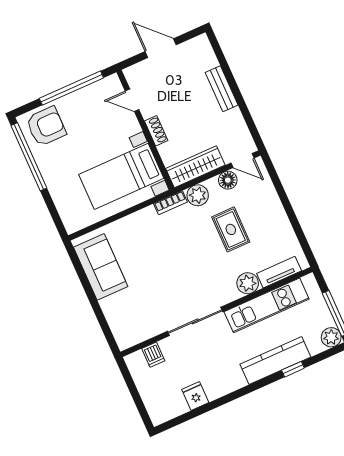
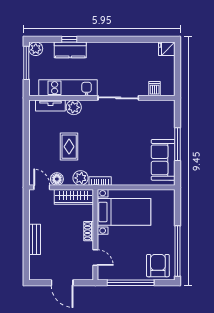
armchair: (46, 126) -> (158, 266), turned 90
window: (91, 296) -> (178, 144), added
kitchen counter: (275, 361) -> (70, 50), width x0.67
fridge: (195, 396) -> (167, 49), moved, turned 90

